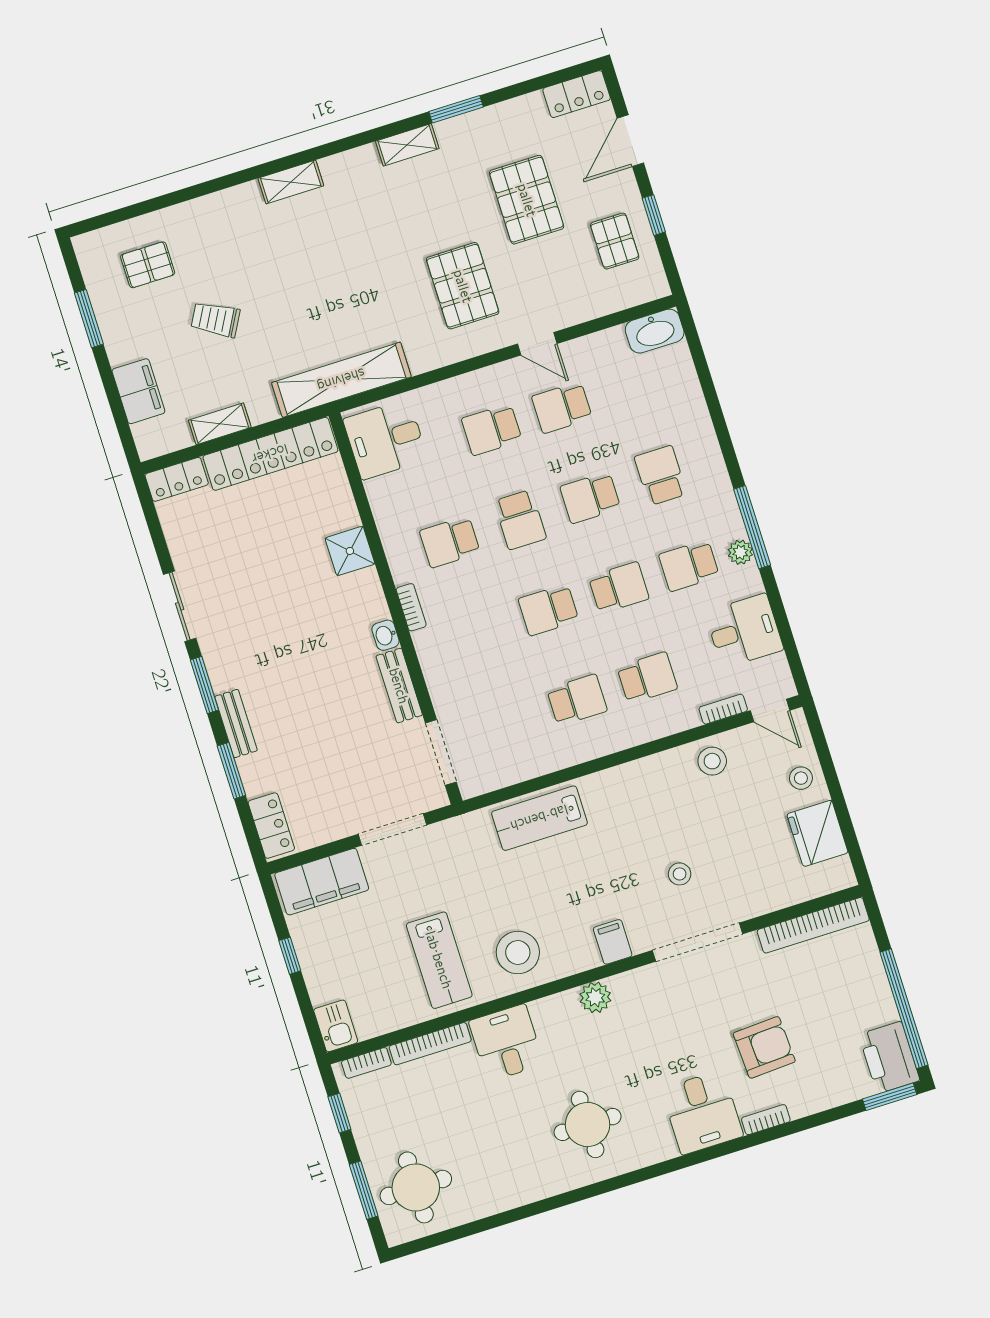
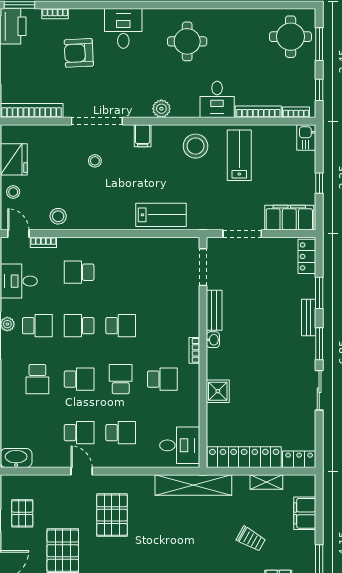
school desk: (577, 700) -> (121, 272), removed
bookcase: (766, 1120) -> (55, 14), moved

